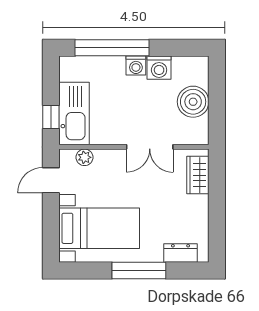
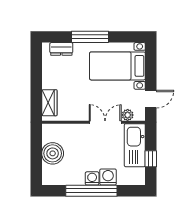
window: (112, 48) -> (91, 191), moved
washing machine: (159, 68) -> (108, 177), moved
window: (51, 117) -> (151, 159), moved
double door: (150, 147) -> (105, 122), moved

